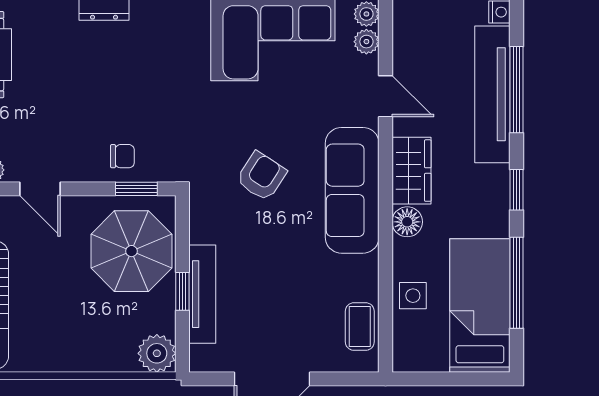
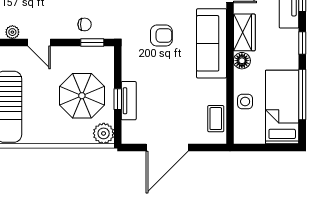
armchair: (261, 176) -> (161, 36), turned 57
parasol: (131, 251) -> (82, 96), moved
tv unit: (202, 294) -> (129, 101), width x0.71

